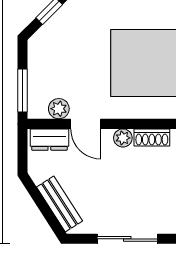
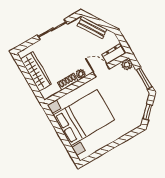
window: (23, 90) -> (144, 78), moved
plant: (59, 109) -> (127, 65), moved

